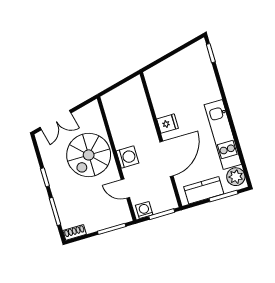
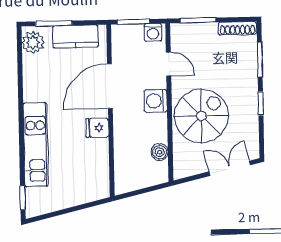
boiler: (114, 118) -> (160, 152), added
kitchen unit: (223, 134) -> (36, 145), moved
shoe rack: (75, 232) -> (238, 28), width x1.43

